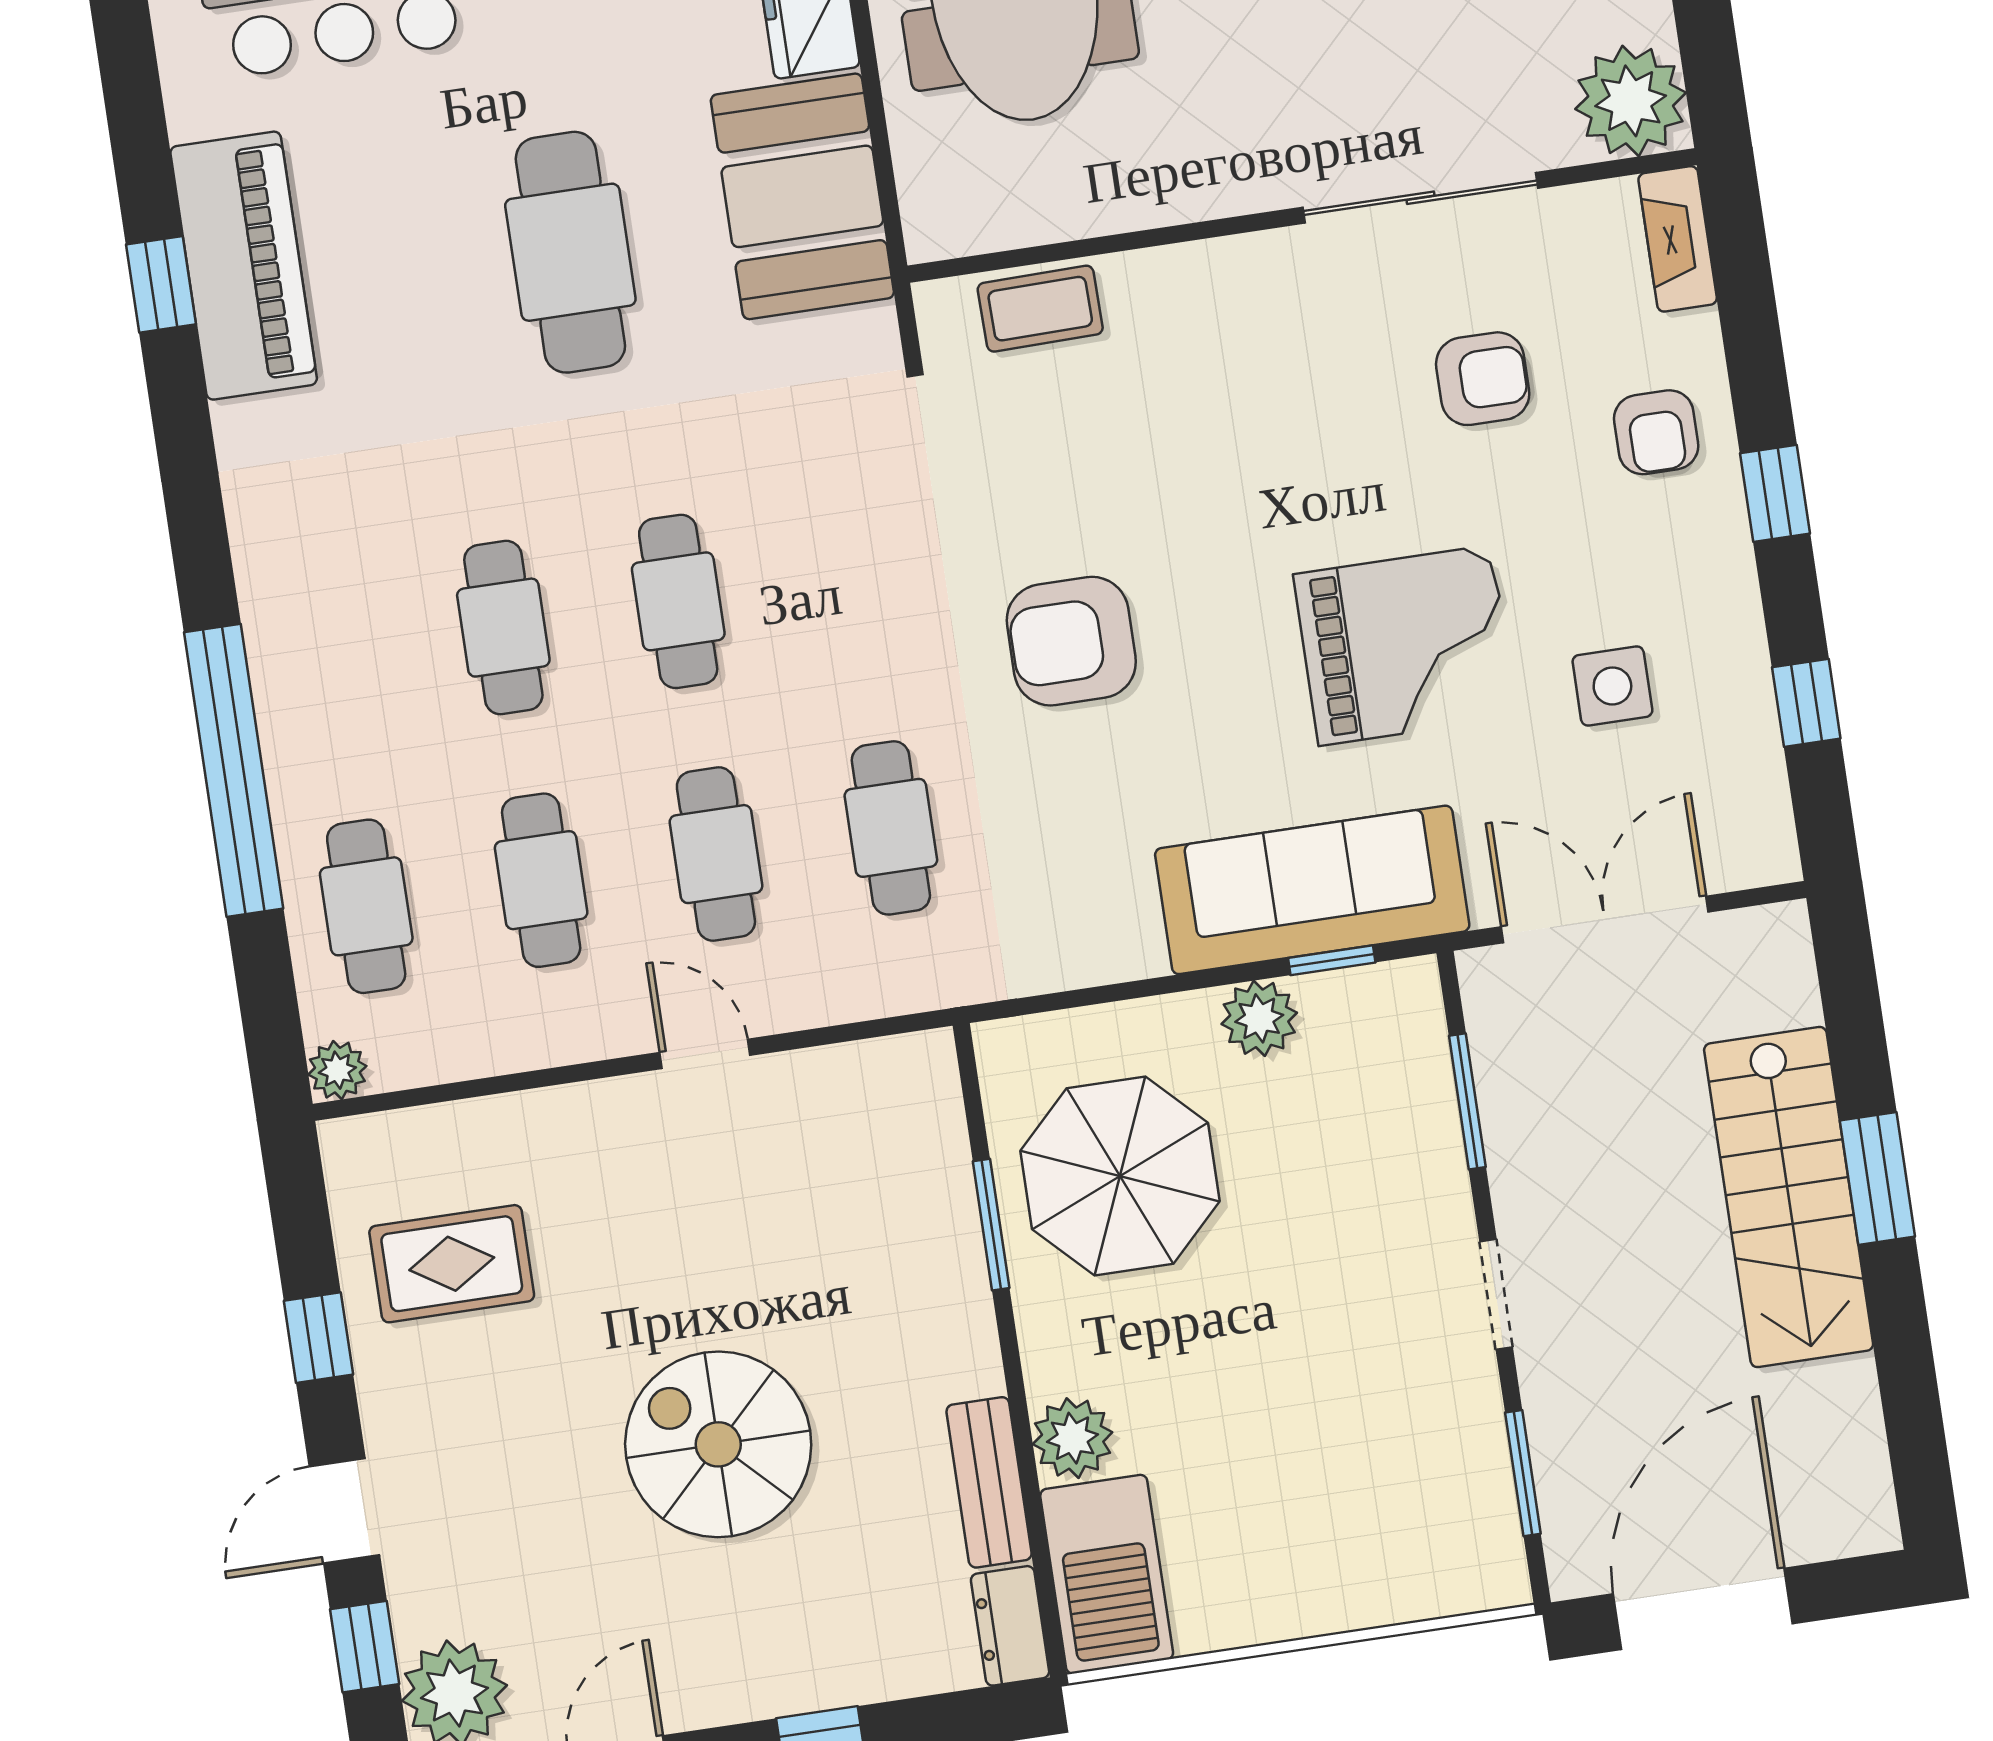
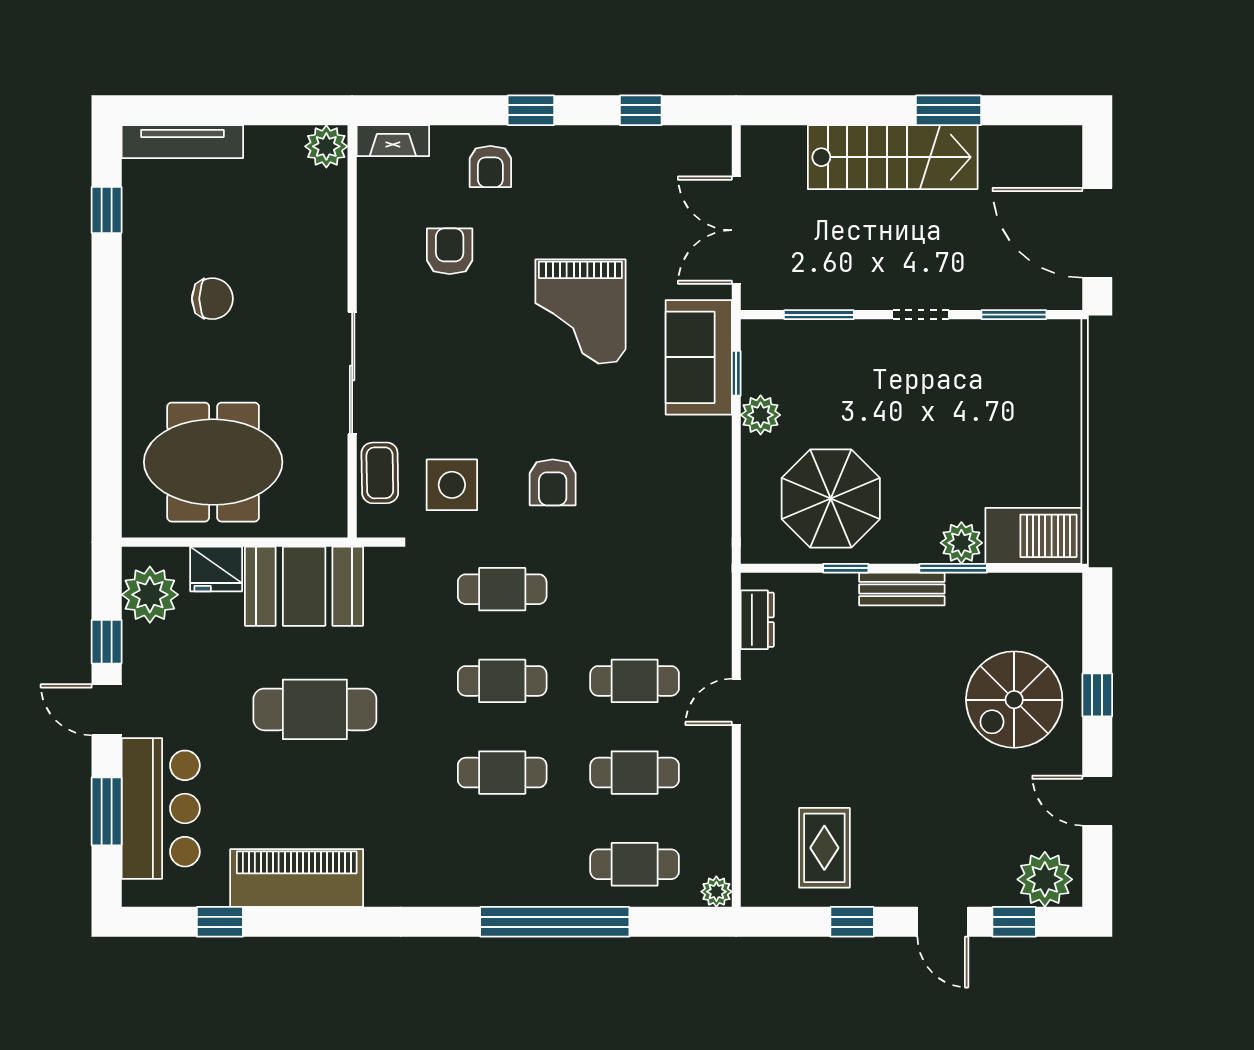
plant: (1631, 101) -> (326, 146), width x0.73, depth x0.73
sliding door: (1421, 198) -> (352, 373), moved
window: (161, 284) -> (220, 922), moved
armchair: (1656, 432) -> (490, 167), turned 90
armchair: (1071, 641) -> (553, 482), width x0.72, depth x0.72
grand piano: (1405, 645) -> (580, 312), turned 180
side table: (1612, 686) -> (452, 485), moved, width x1.37, depth x1.37
cafe table: (891, 828) -> (502, 589), moved
sofa: (1312, 890) -> (699, 357), width x0.73
window: (1877, 1178) -> (949, 110), moved
window: (991, 1225) -> (846, 568), width x0.67
window: (1022, 1430) -> (953, 568), added
spiral stairs: (718, 1444) -> (1014, 700), moved
bench: (989, 1482) -> (902, 589), moved
dresser: (1010, 1626) -> (757, 620), moved, turned -90

